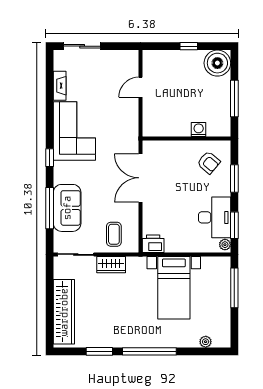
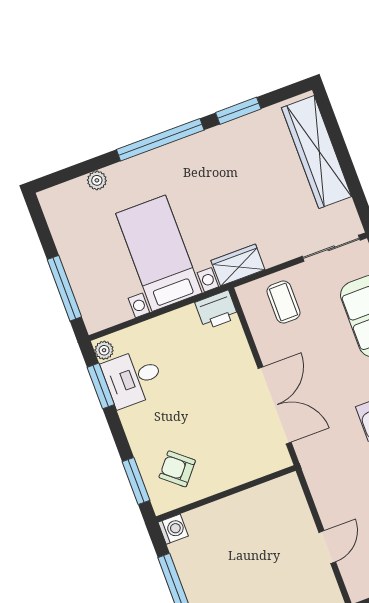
washing machine: (199, 130) -> (173, 529), moved, turned -90
window: (234, 179) -> (136, 481), moved
desk: (215, 217) -> (133, 378), width x0.73
wardrobe: (111, 265) -> (238, 265), moved
plant: (206, 342) -> (97, 180), moved

